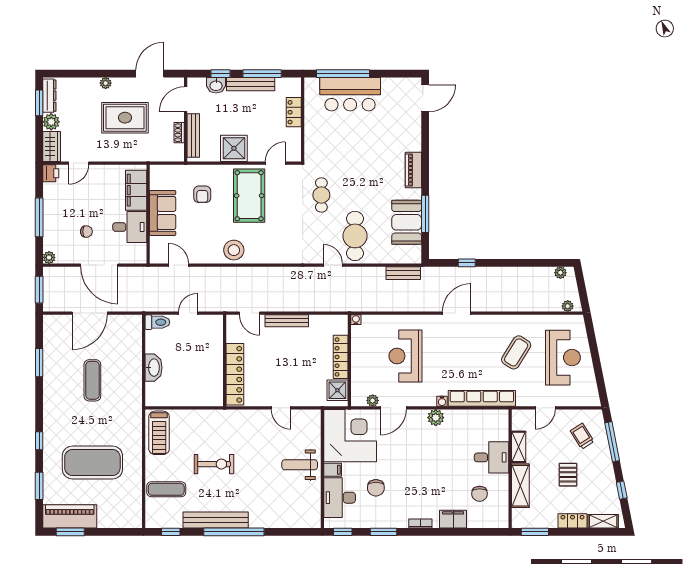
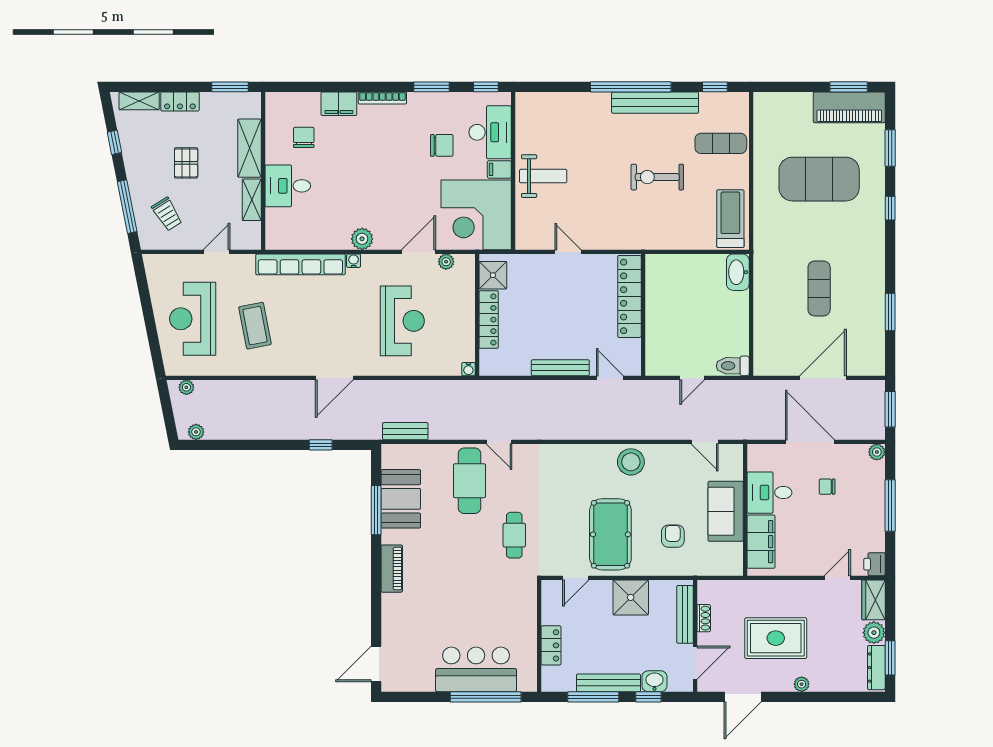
coffee table: (516, 352) -> (255, 326), turned -43
washbasin: (153, 368) -> (738, 272), moved
chair: (376, 488) -> (442, 145), turned 90
bookcase: (420, 523) -> (382, 98), width x1.56

